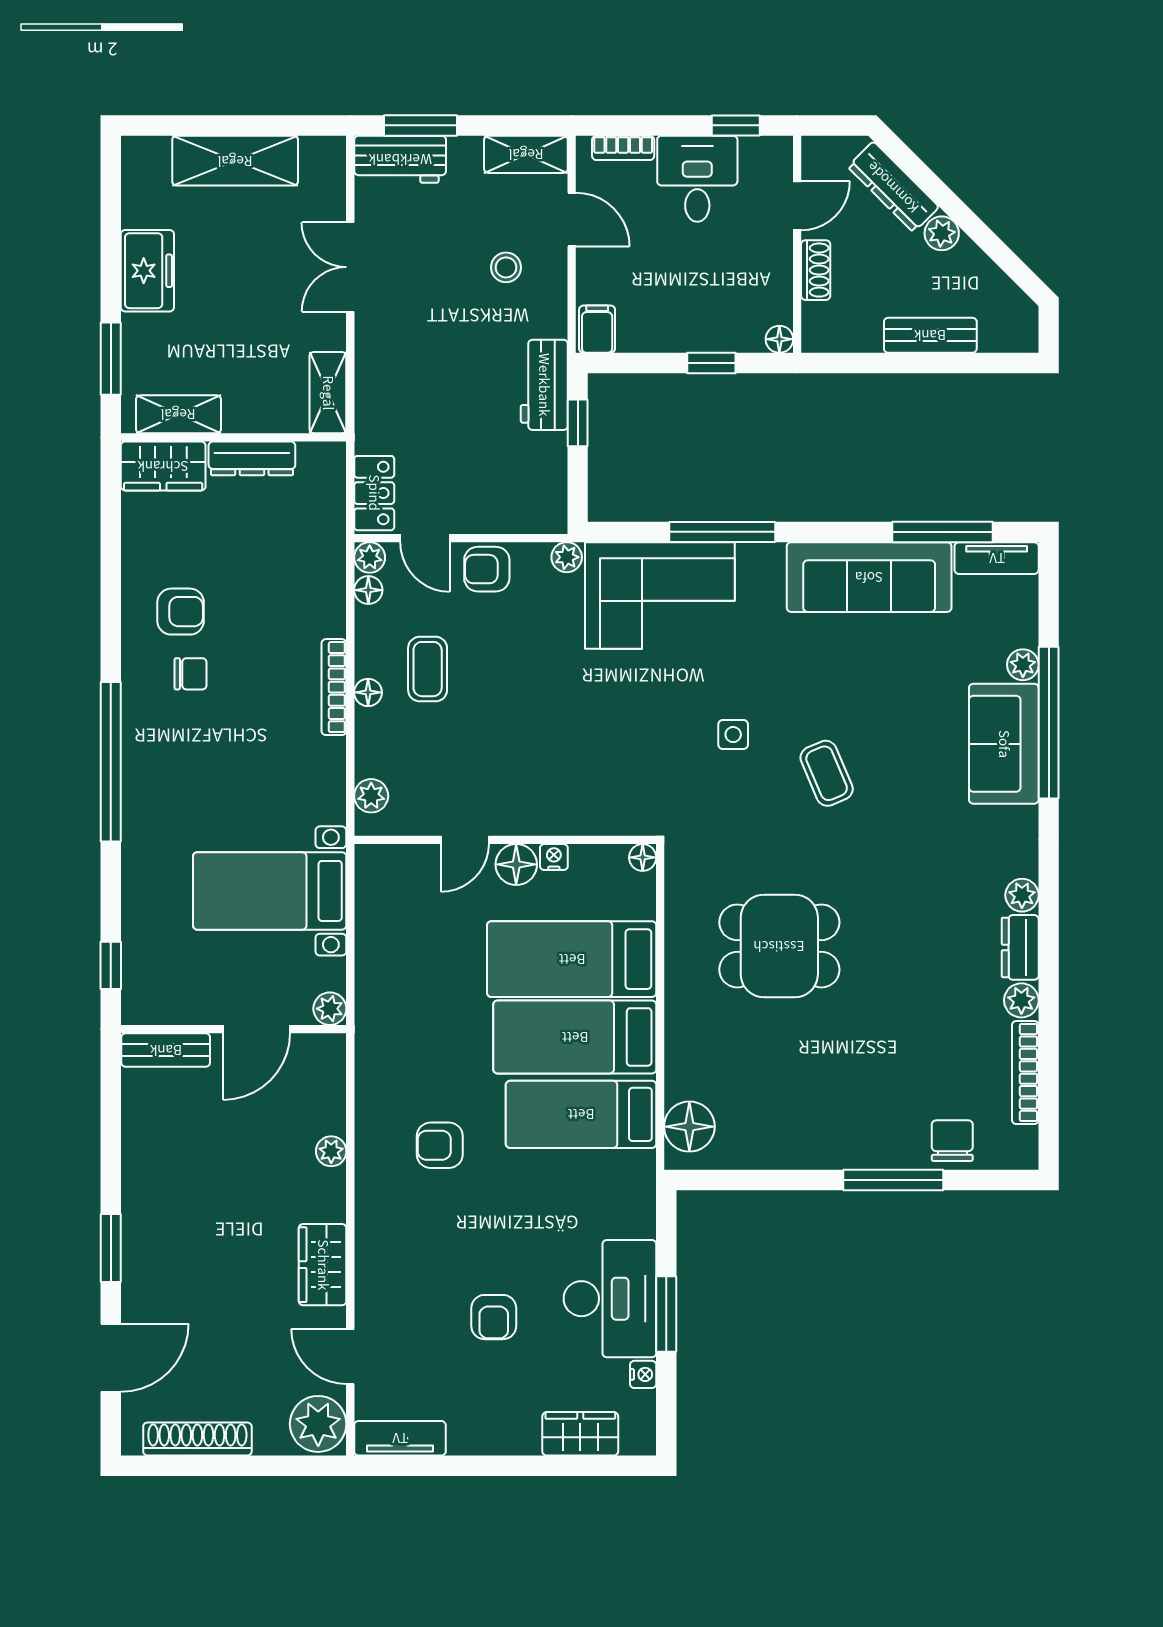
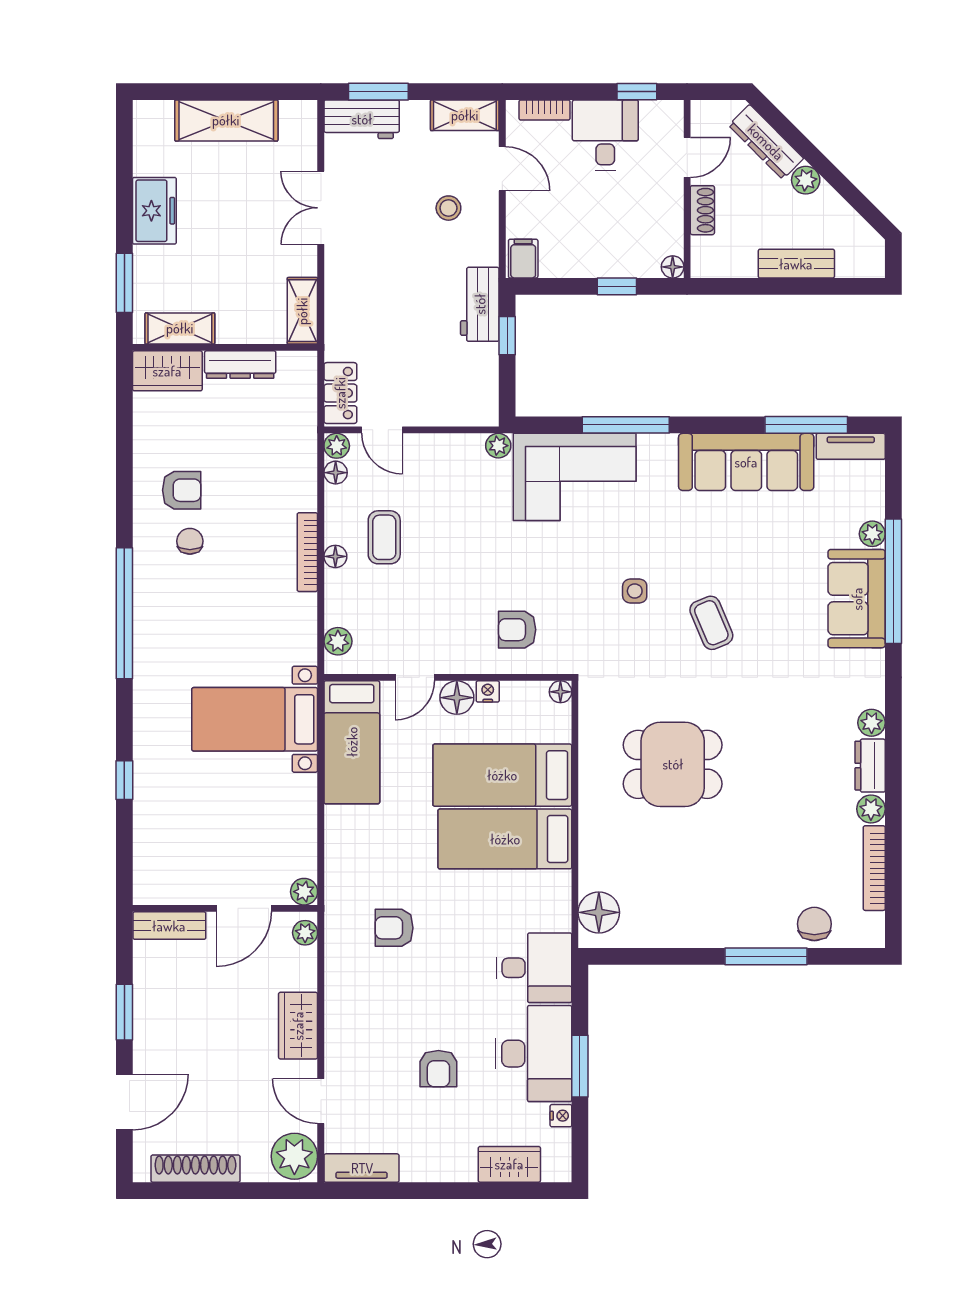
armchair: (487, 569) -> (517, 630), moved
chair: (191, 674) -> (190, 541), turned -90
plant: (330, 1009) -> (304, 892), moved
wall: (234, 1029) -> (225, 908), moved
door: (257, 1029) -> (244, 908), moved
bench: (166, 1050) -> (169, 926), moved
bed: (581, 1114) -> (352, 742), moved, turned -90
desk: (610, 1194) -> (534, 968), added

